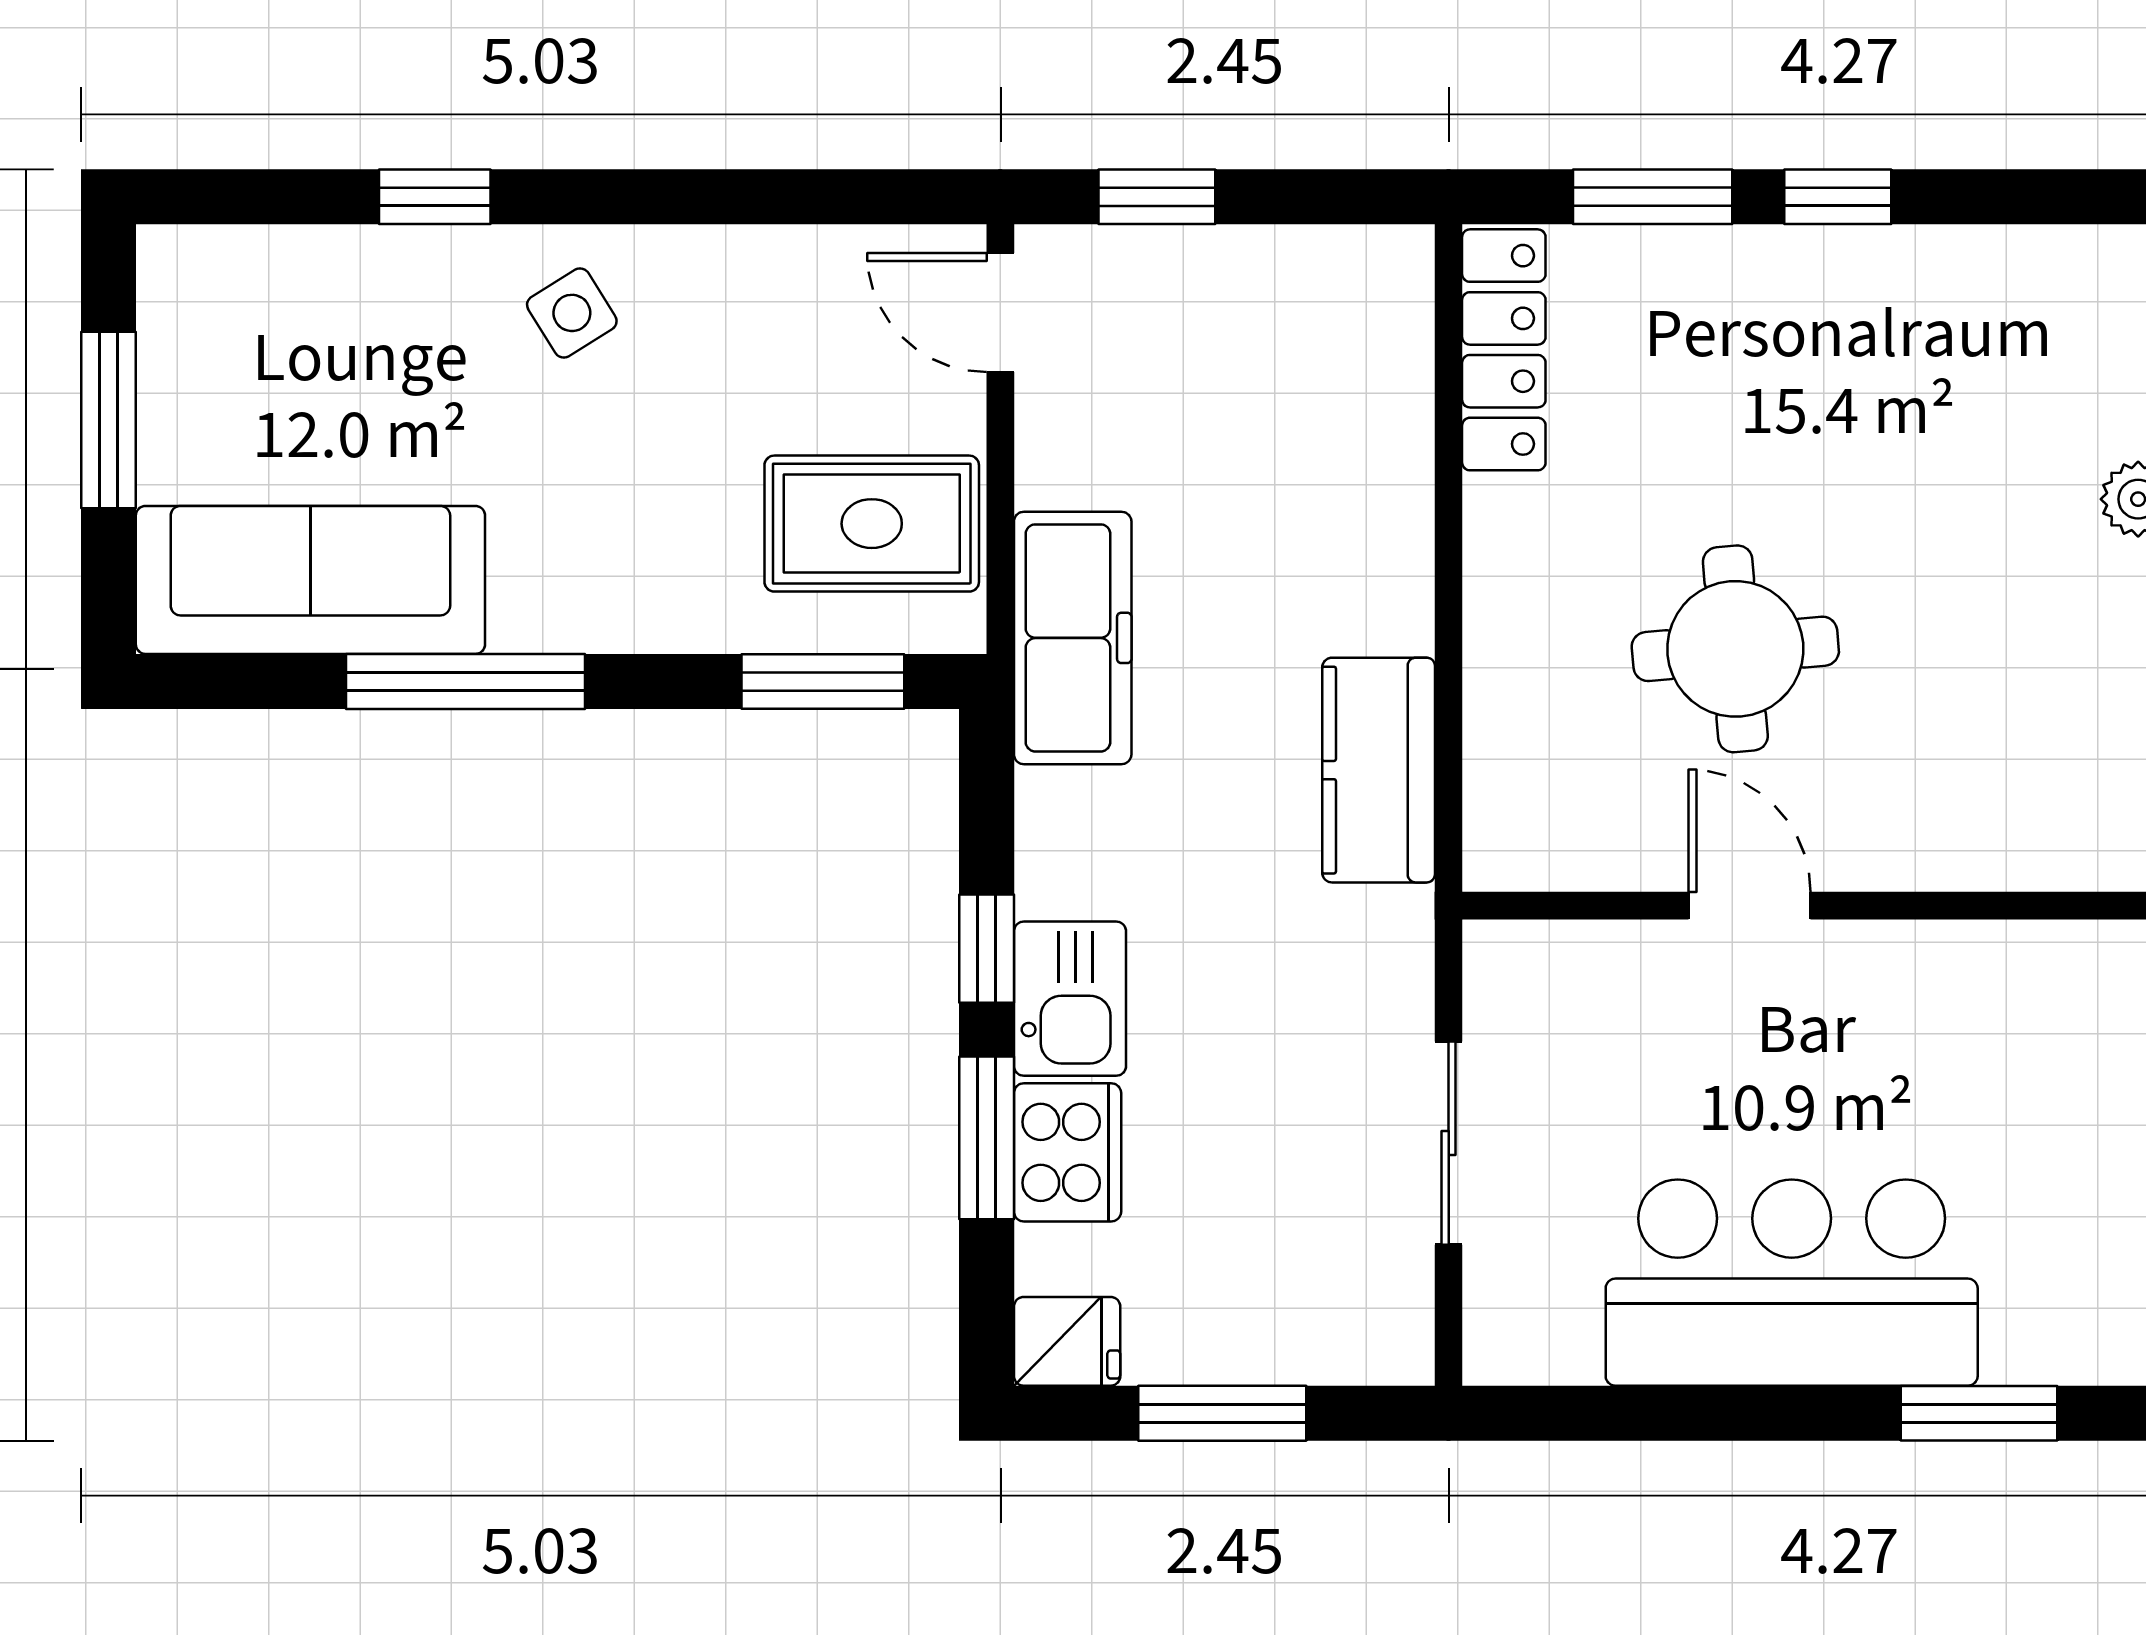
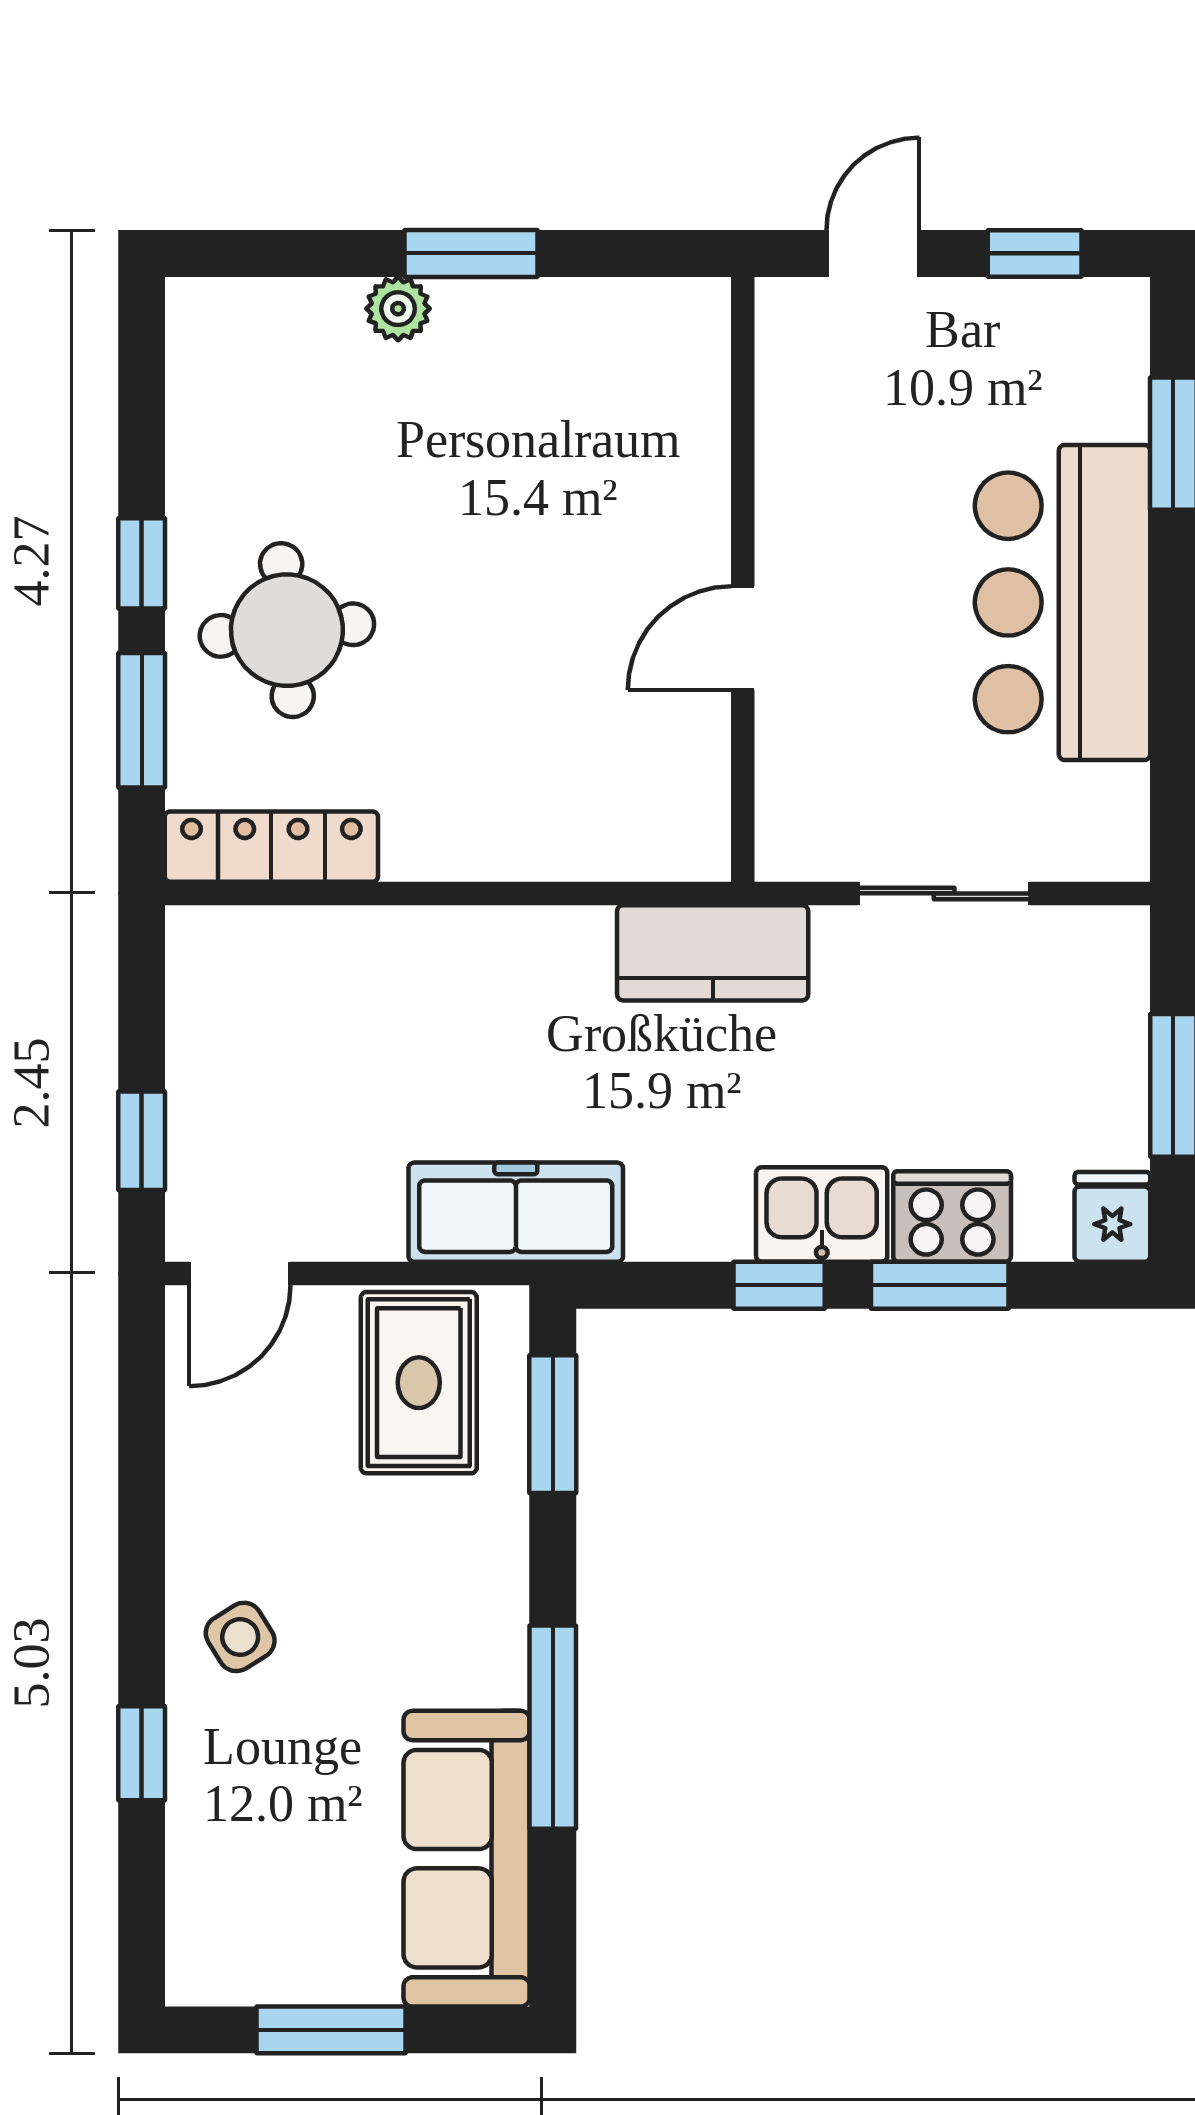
round table: (1735, 649) -> (287, 630), moved
kitchen counter: (1379, 770) -> (713, 953), moved

